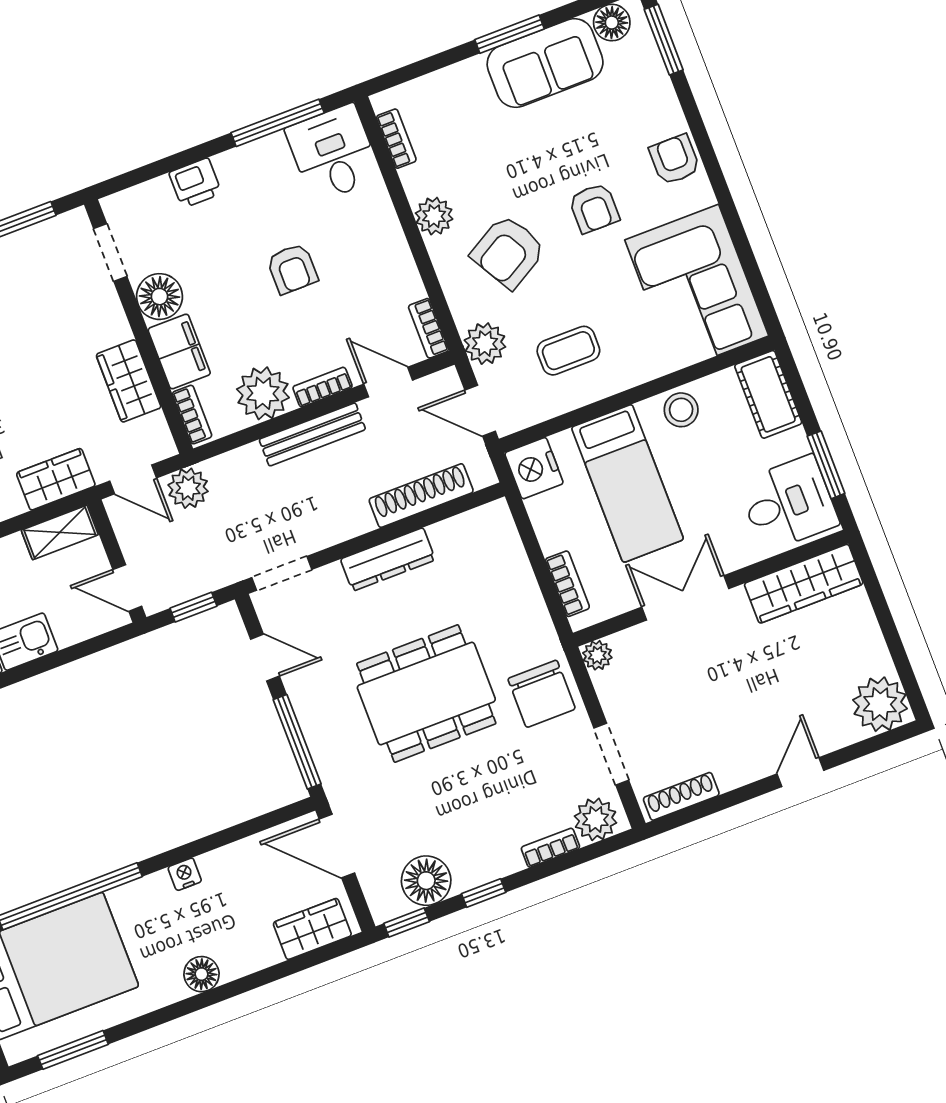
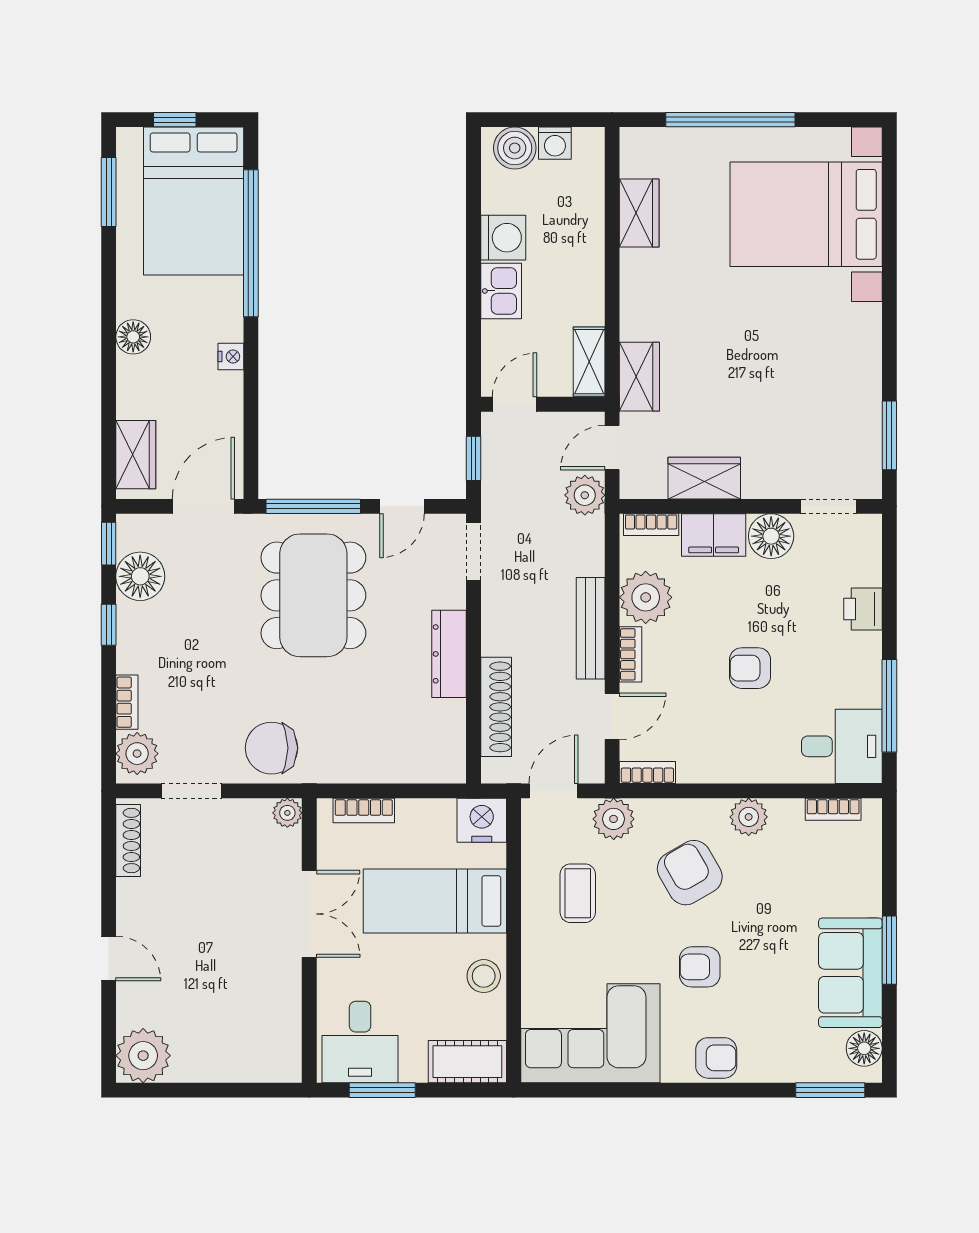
wardrobe: (804, 584) -> (281, 1028), removed
dining table: (426, 694) -> (313, 595), moved

